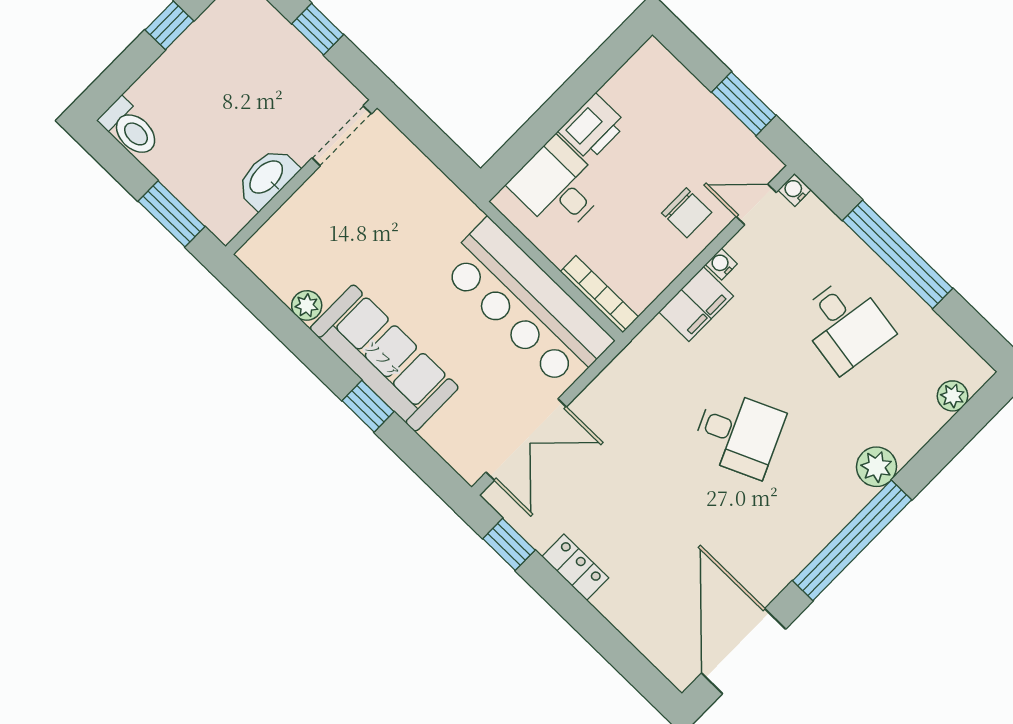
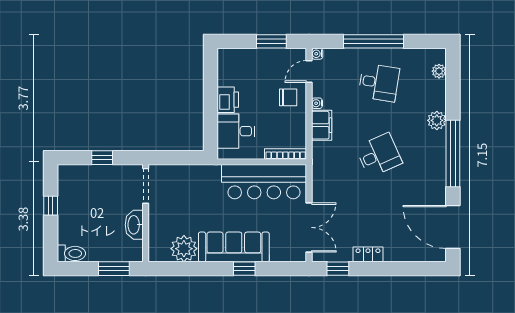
plant: (307, 305) -> (184, 249), width x1.88, depth x1.88

